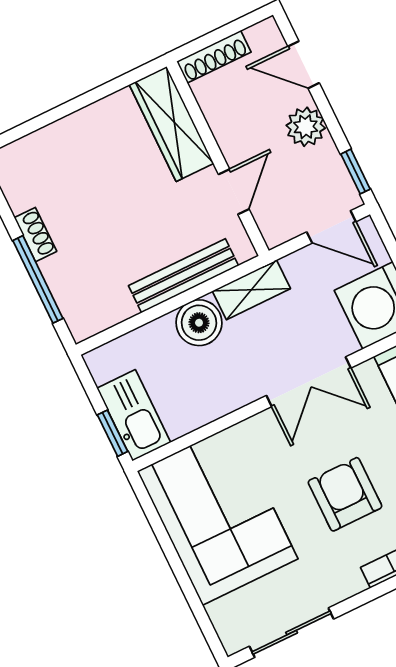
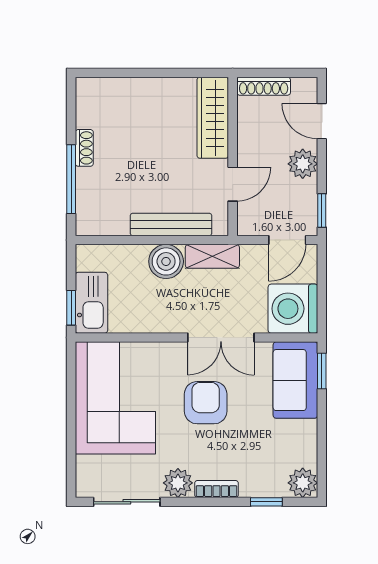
door: (331, 227) -> (287, 240), hinge flipped
armchair: (345, 494) -> (206, 403), moved
plant: (342, 580) -> (178, 483), added

